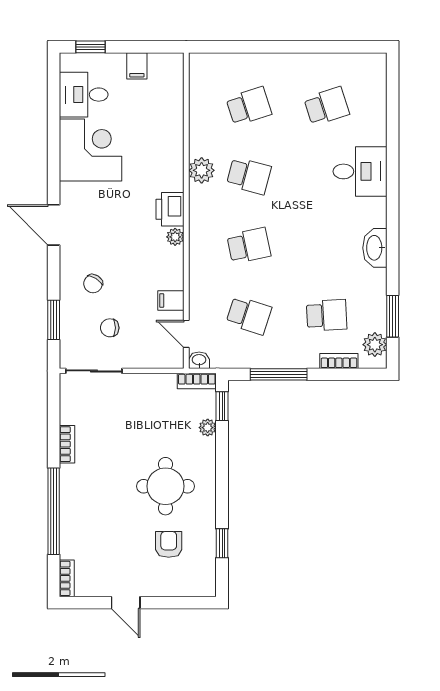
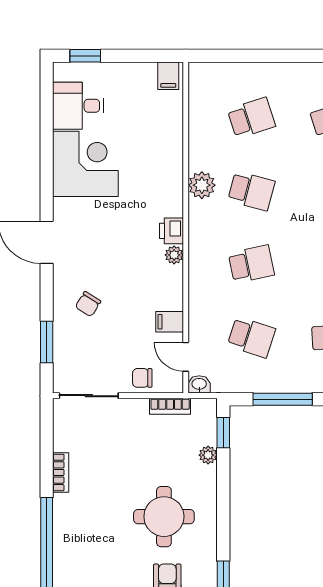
filing cabinet: (137, 66) -> (168, 76), moved
printer: (170, 209) -> (172, 231), width x0.73, depth x0.81
chair: (110, 328) -> (142, 378), moved
bookcase: (197, 381) -> (170, 406), moved

